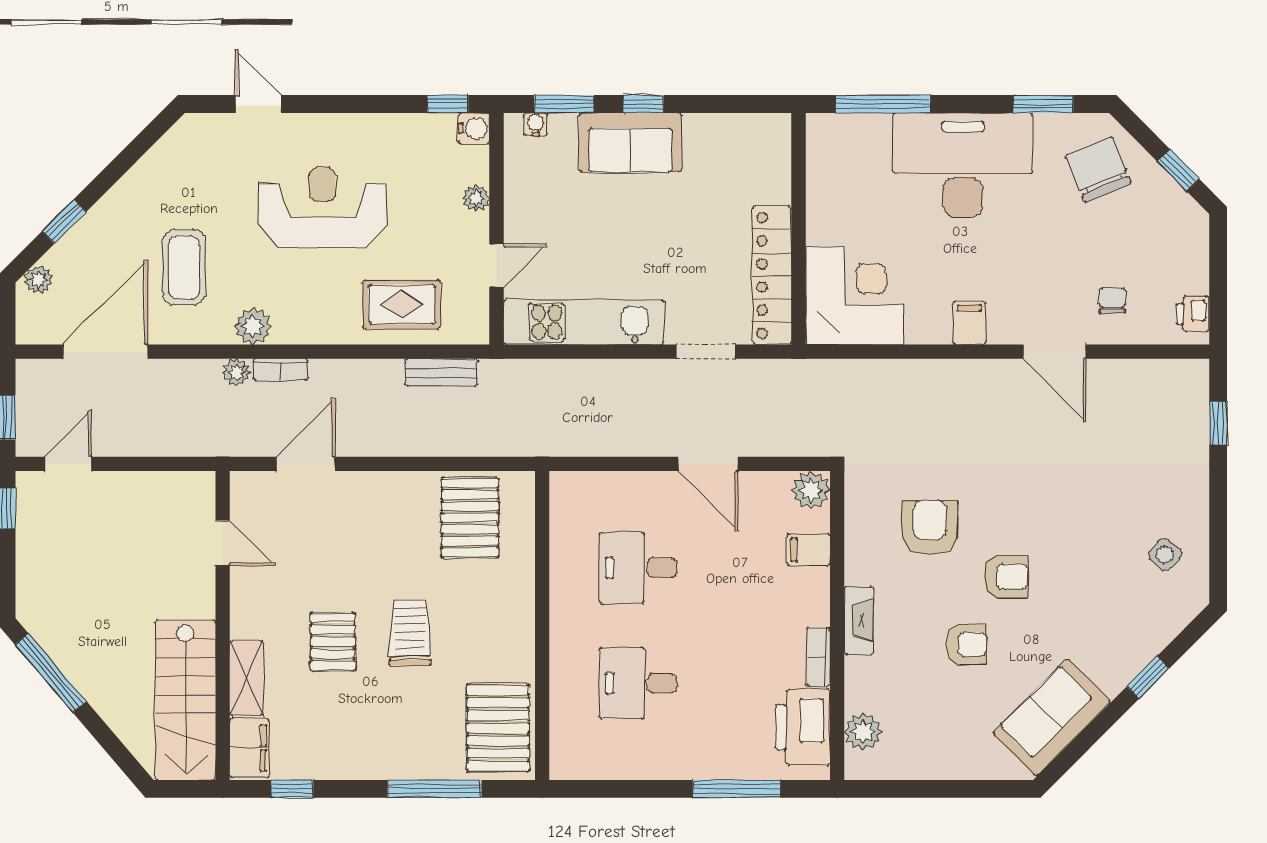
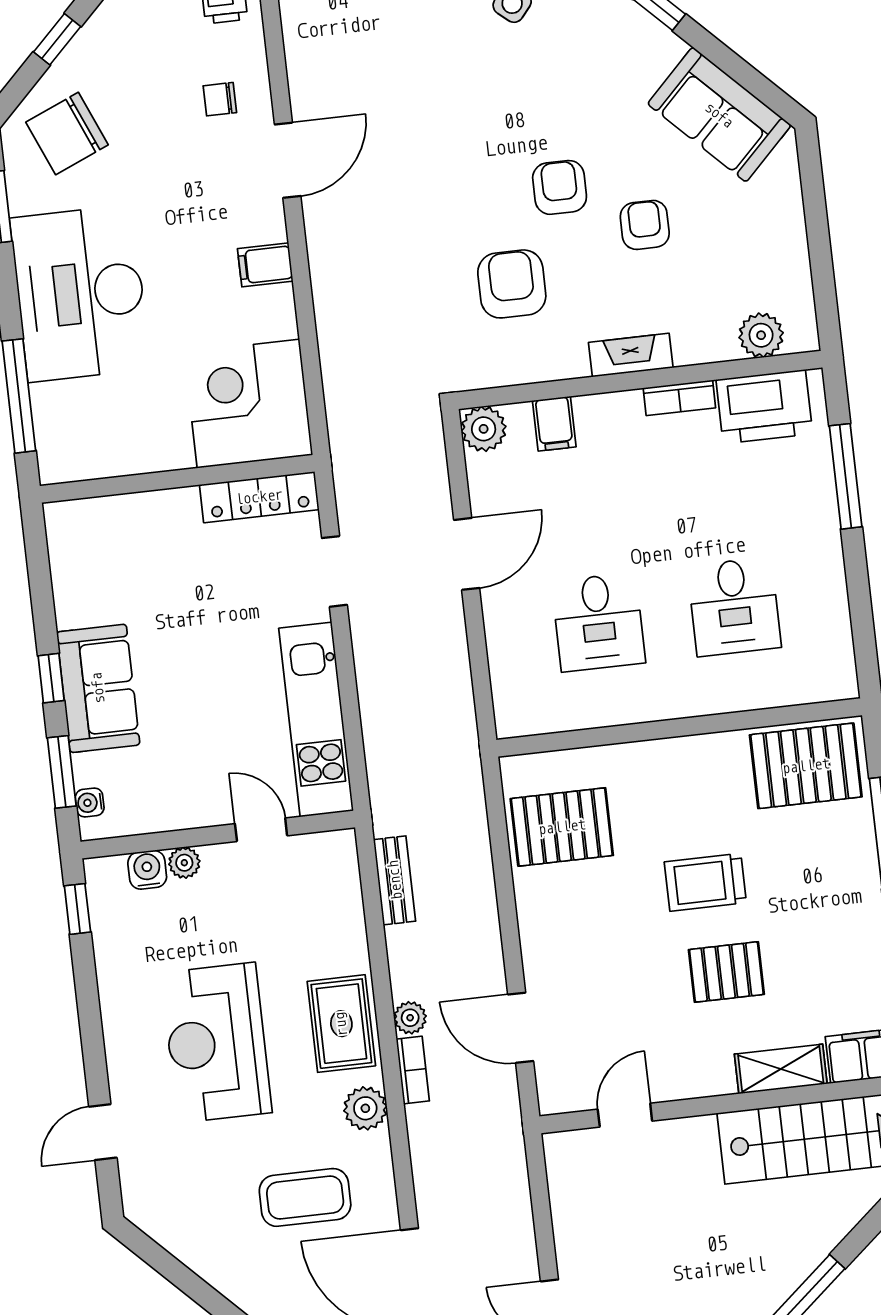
water cooler: (474, 128) -> (147, 870), moved
locker: (772, 275) -> (259, 497), width x0.71, depth x0.83
rug: (402, 304) -> (341, 1024), moved
plant: (237, 372) -> (410, 1018), moved
armchair: (930, 528) -> (512, 284), turned 90

